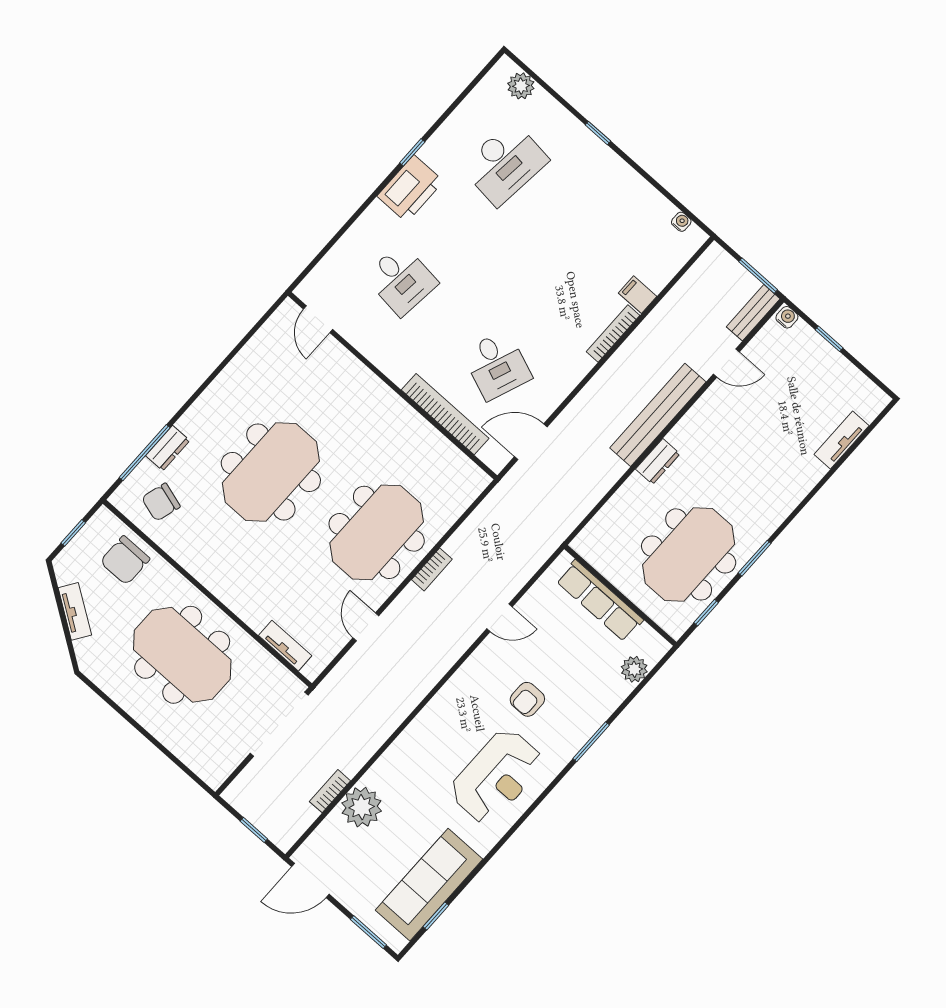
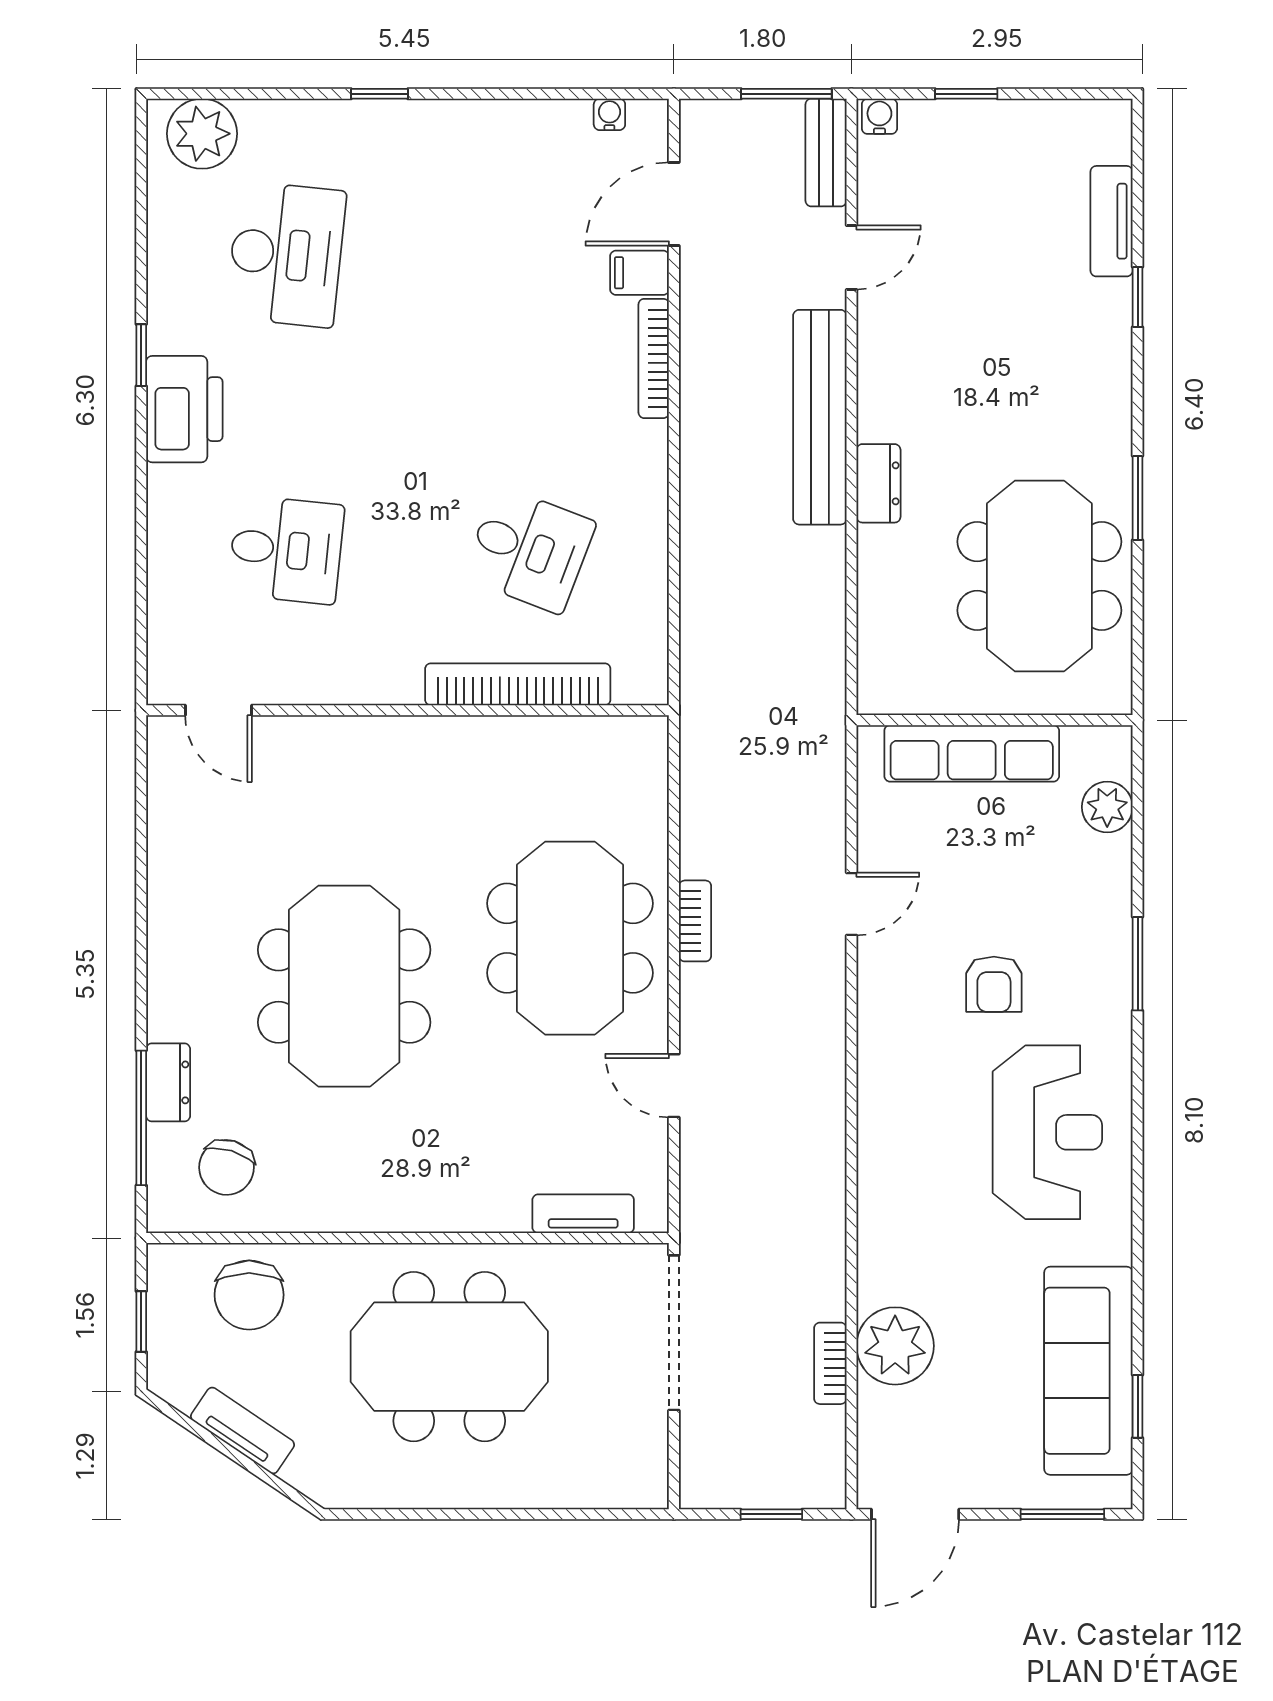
plant: (521, 86) -> (202, 134), width x1.36, depth x1.36
door: (531, 442) -> (674, 204), moved
window: (706, 613) -> (1138, 297), moved

